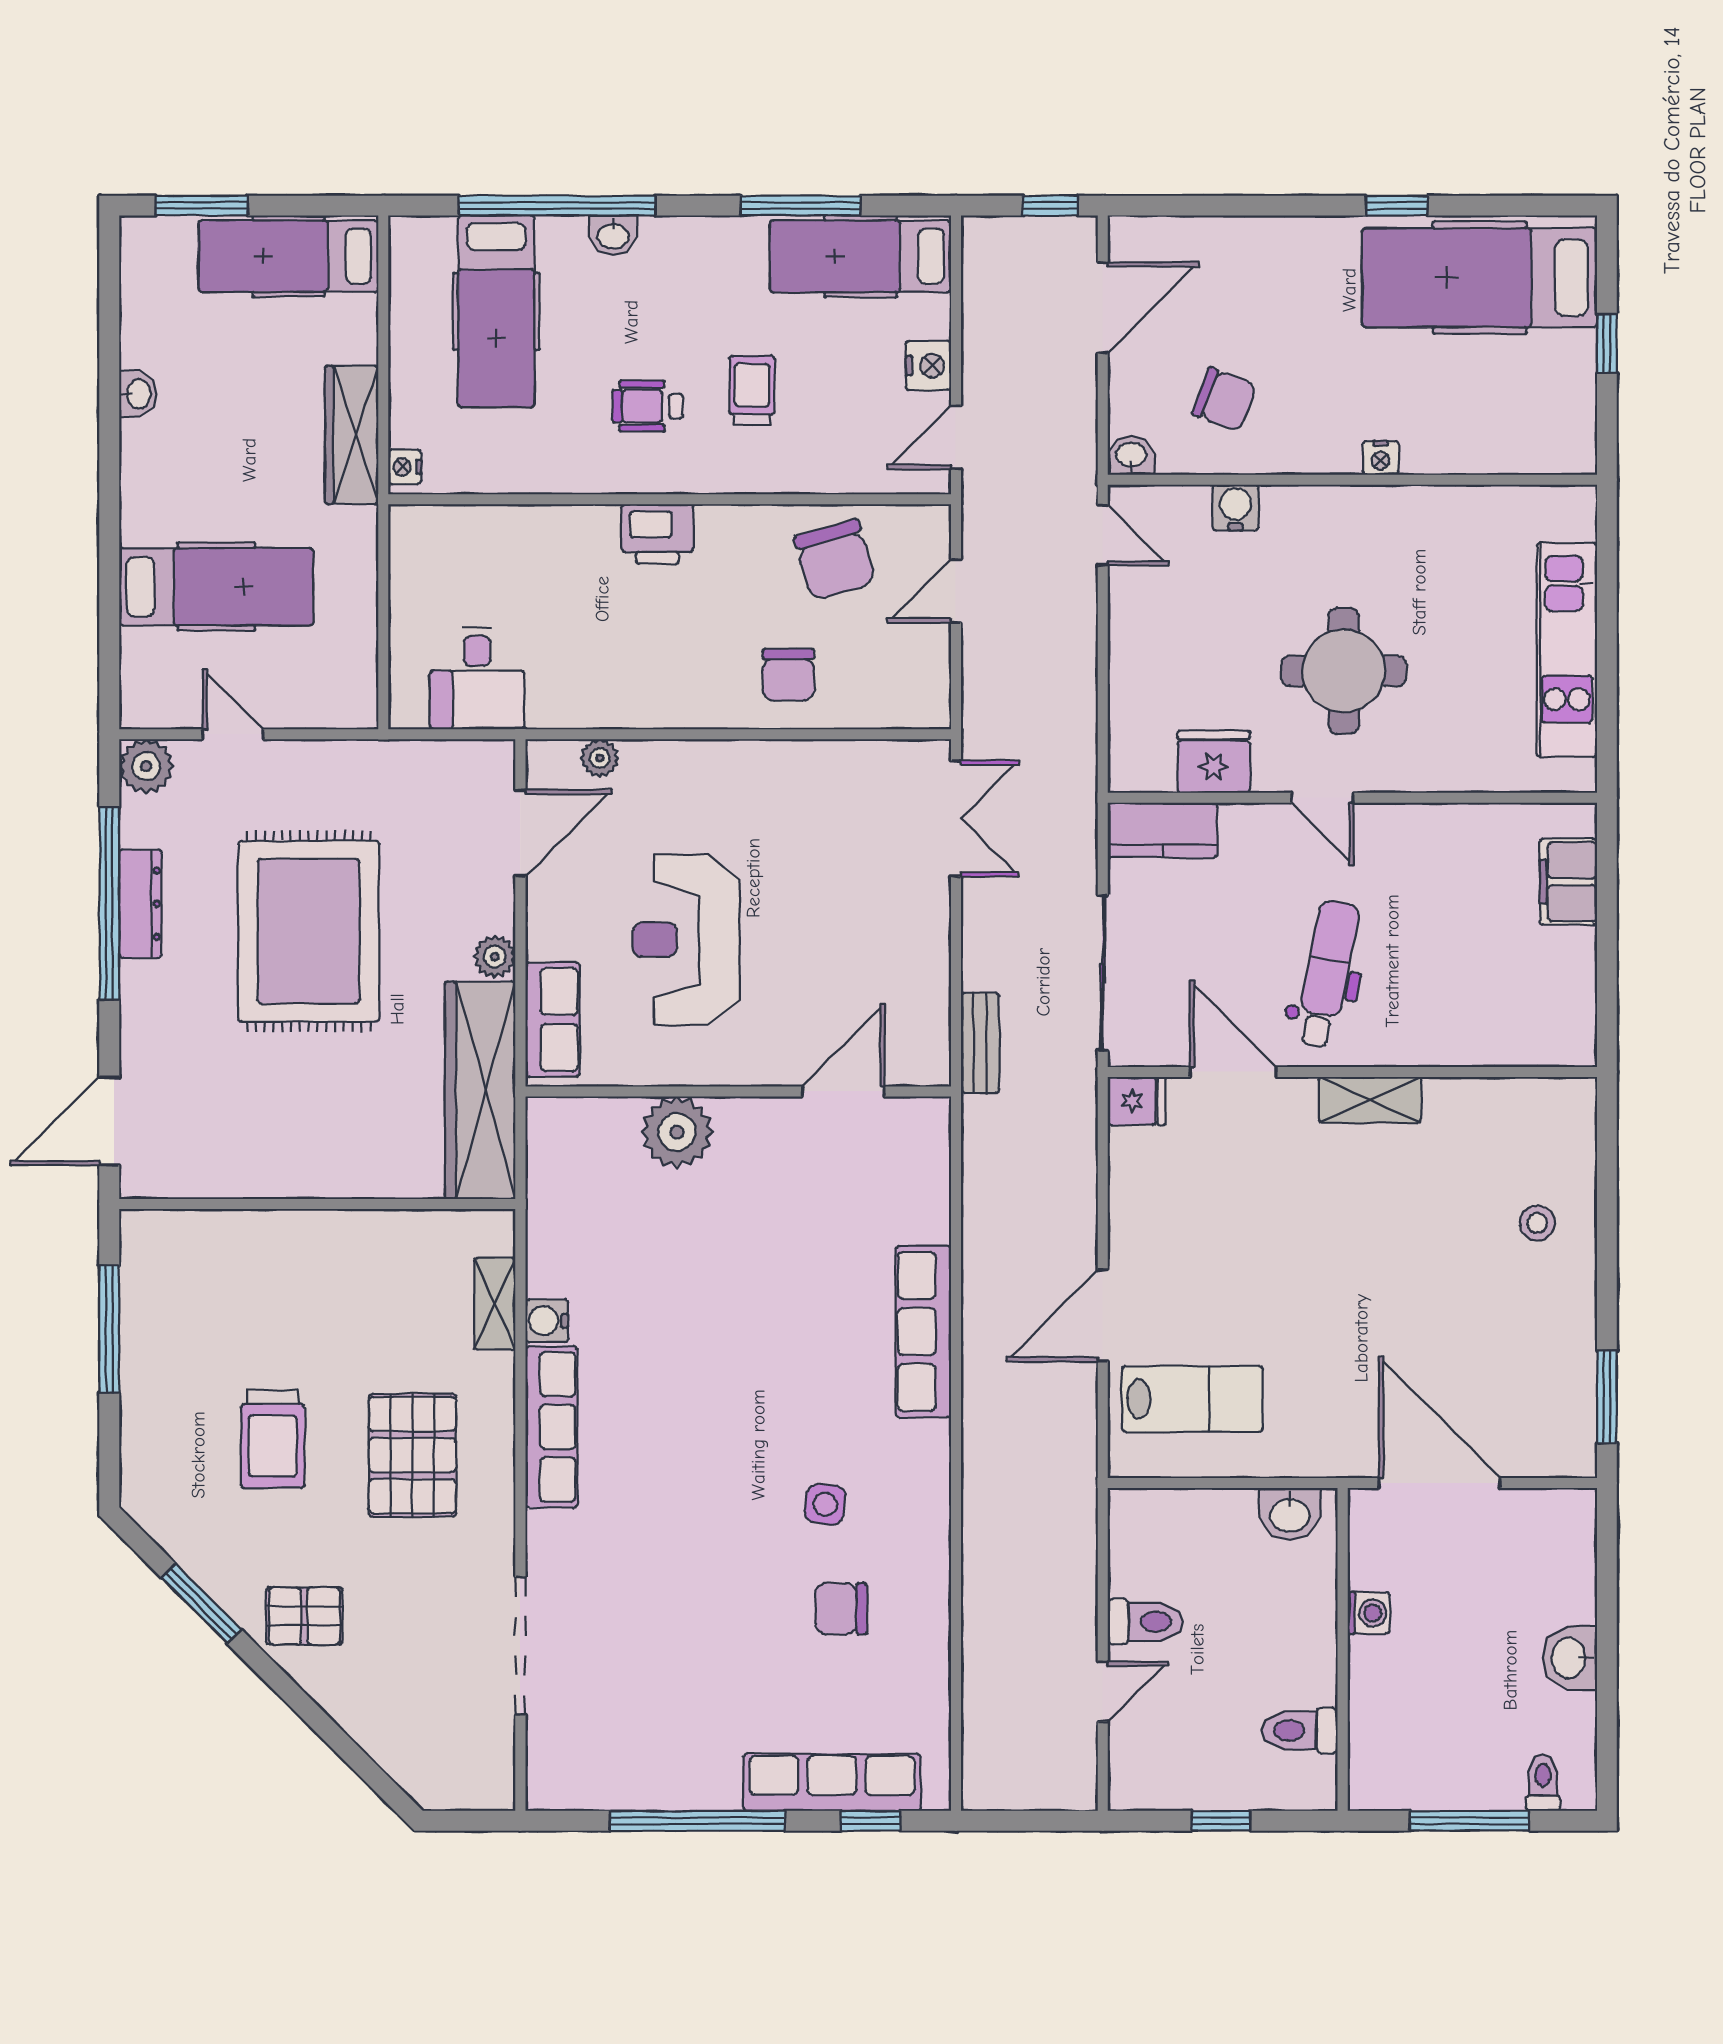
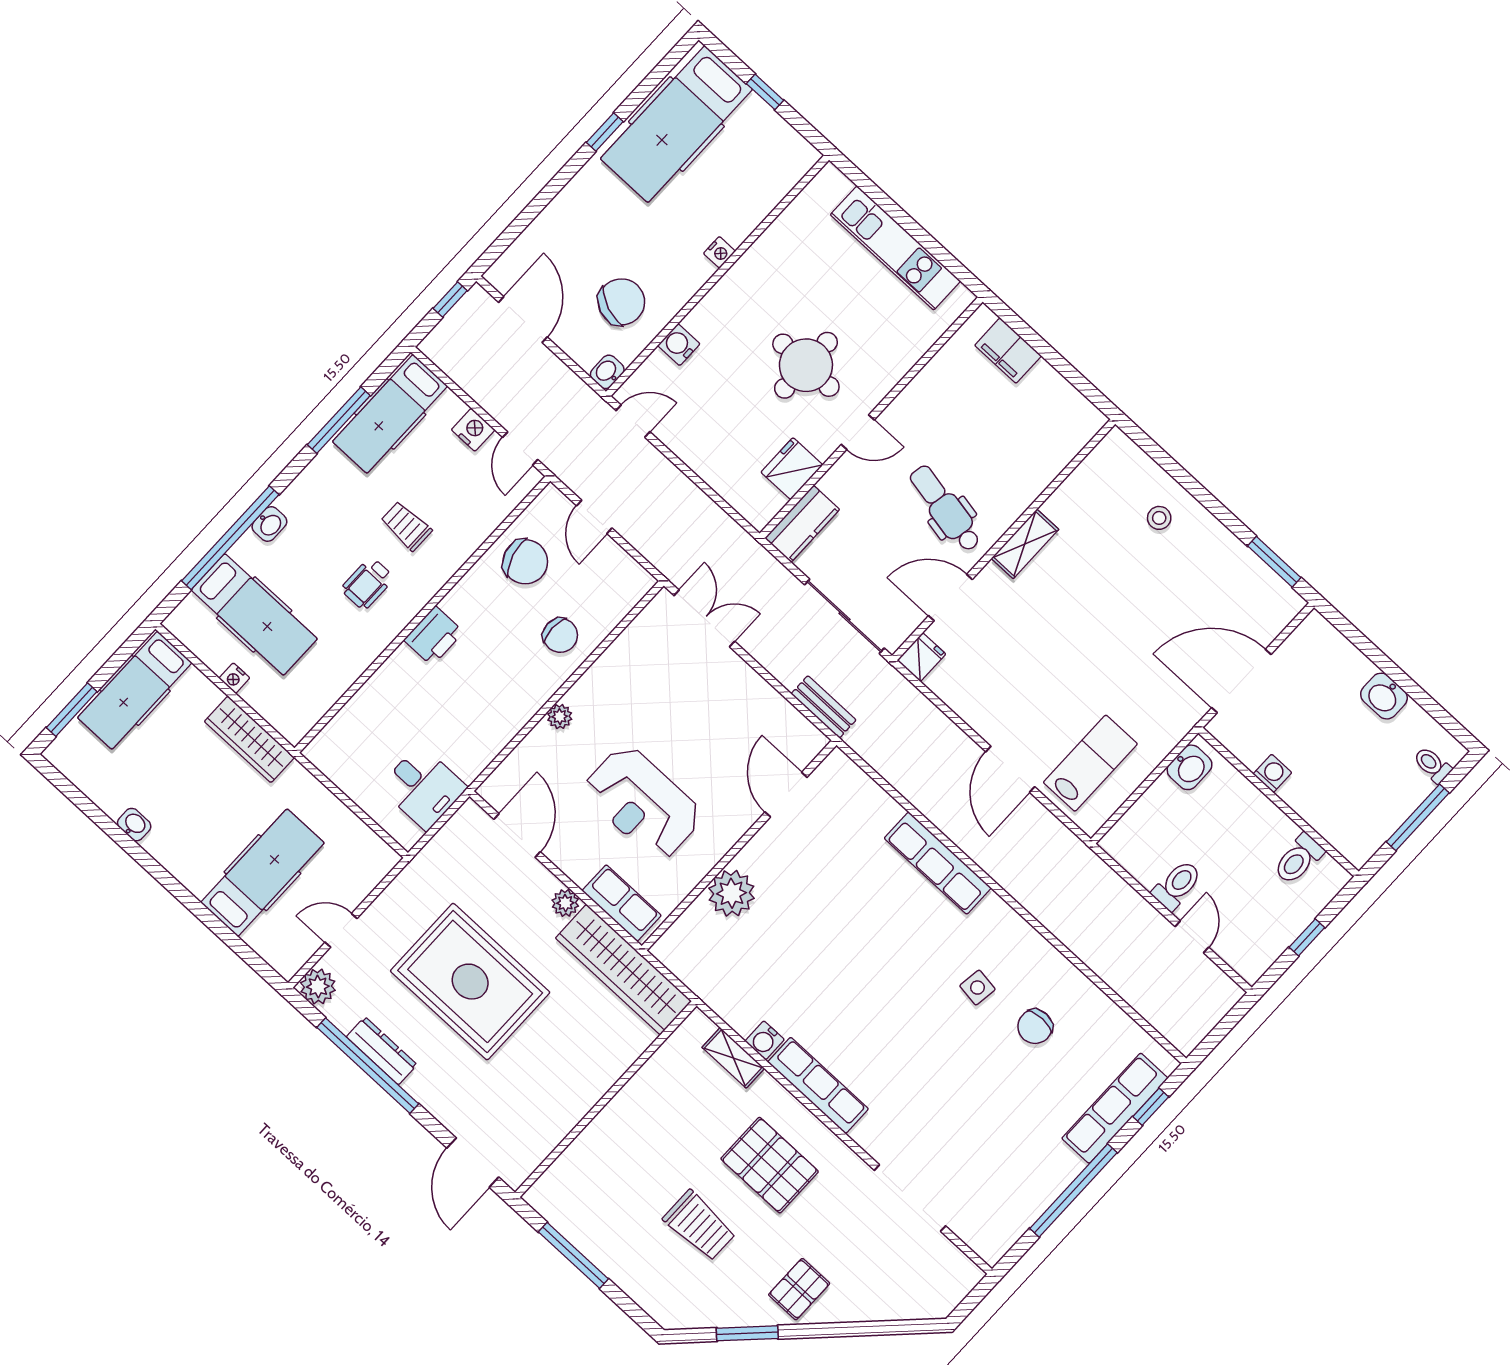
chair: (1224, 399) -> (621, 302), width x1.37, depth x1.37
nightstand: (405, 467) -> (234, 678), moved
plant: (600, 758) -> (560, 717), moved

